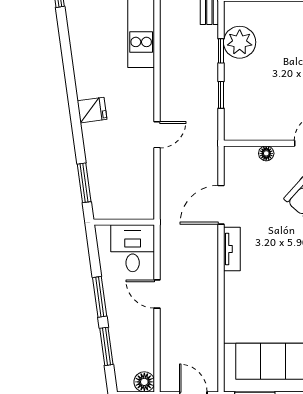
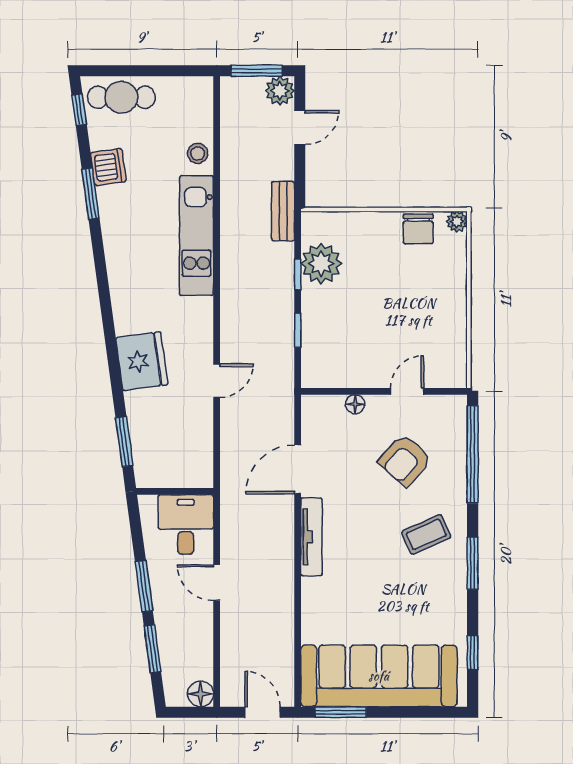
fridge: (92, 110) -> (142, 361), width x1.88, depth x1.34
tv unit: (232, 249) -> (312, 537), width x1.41

